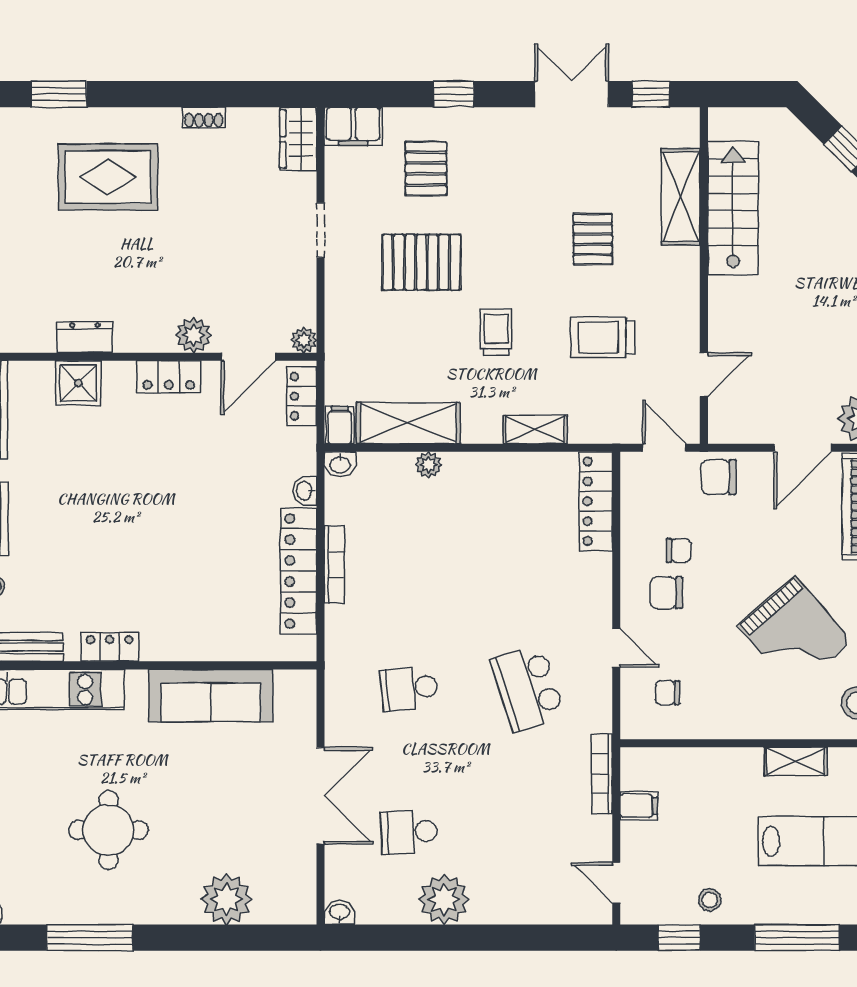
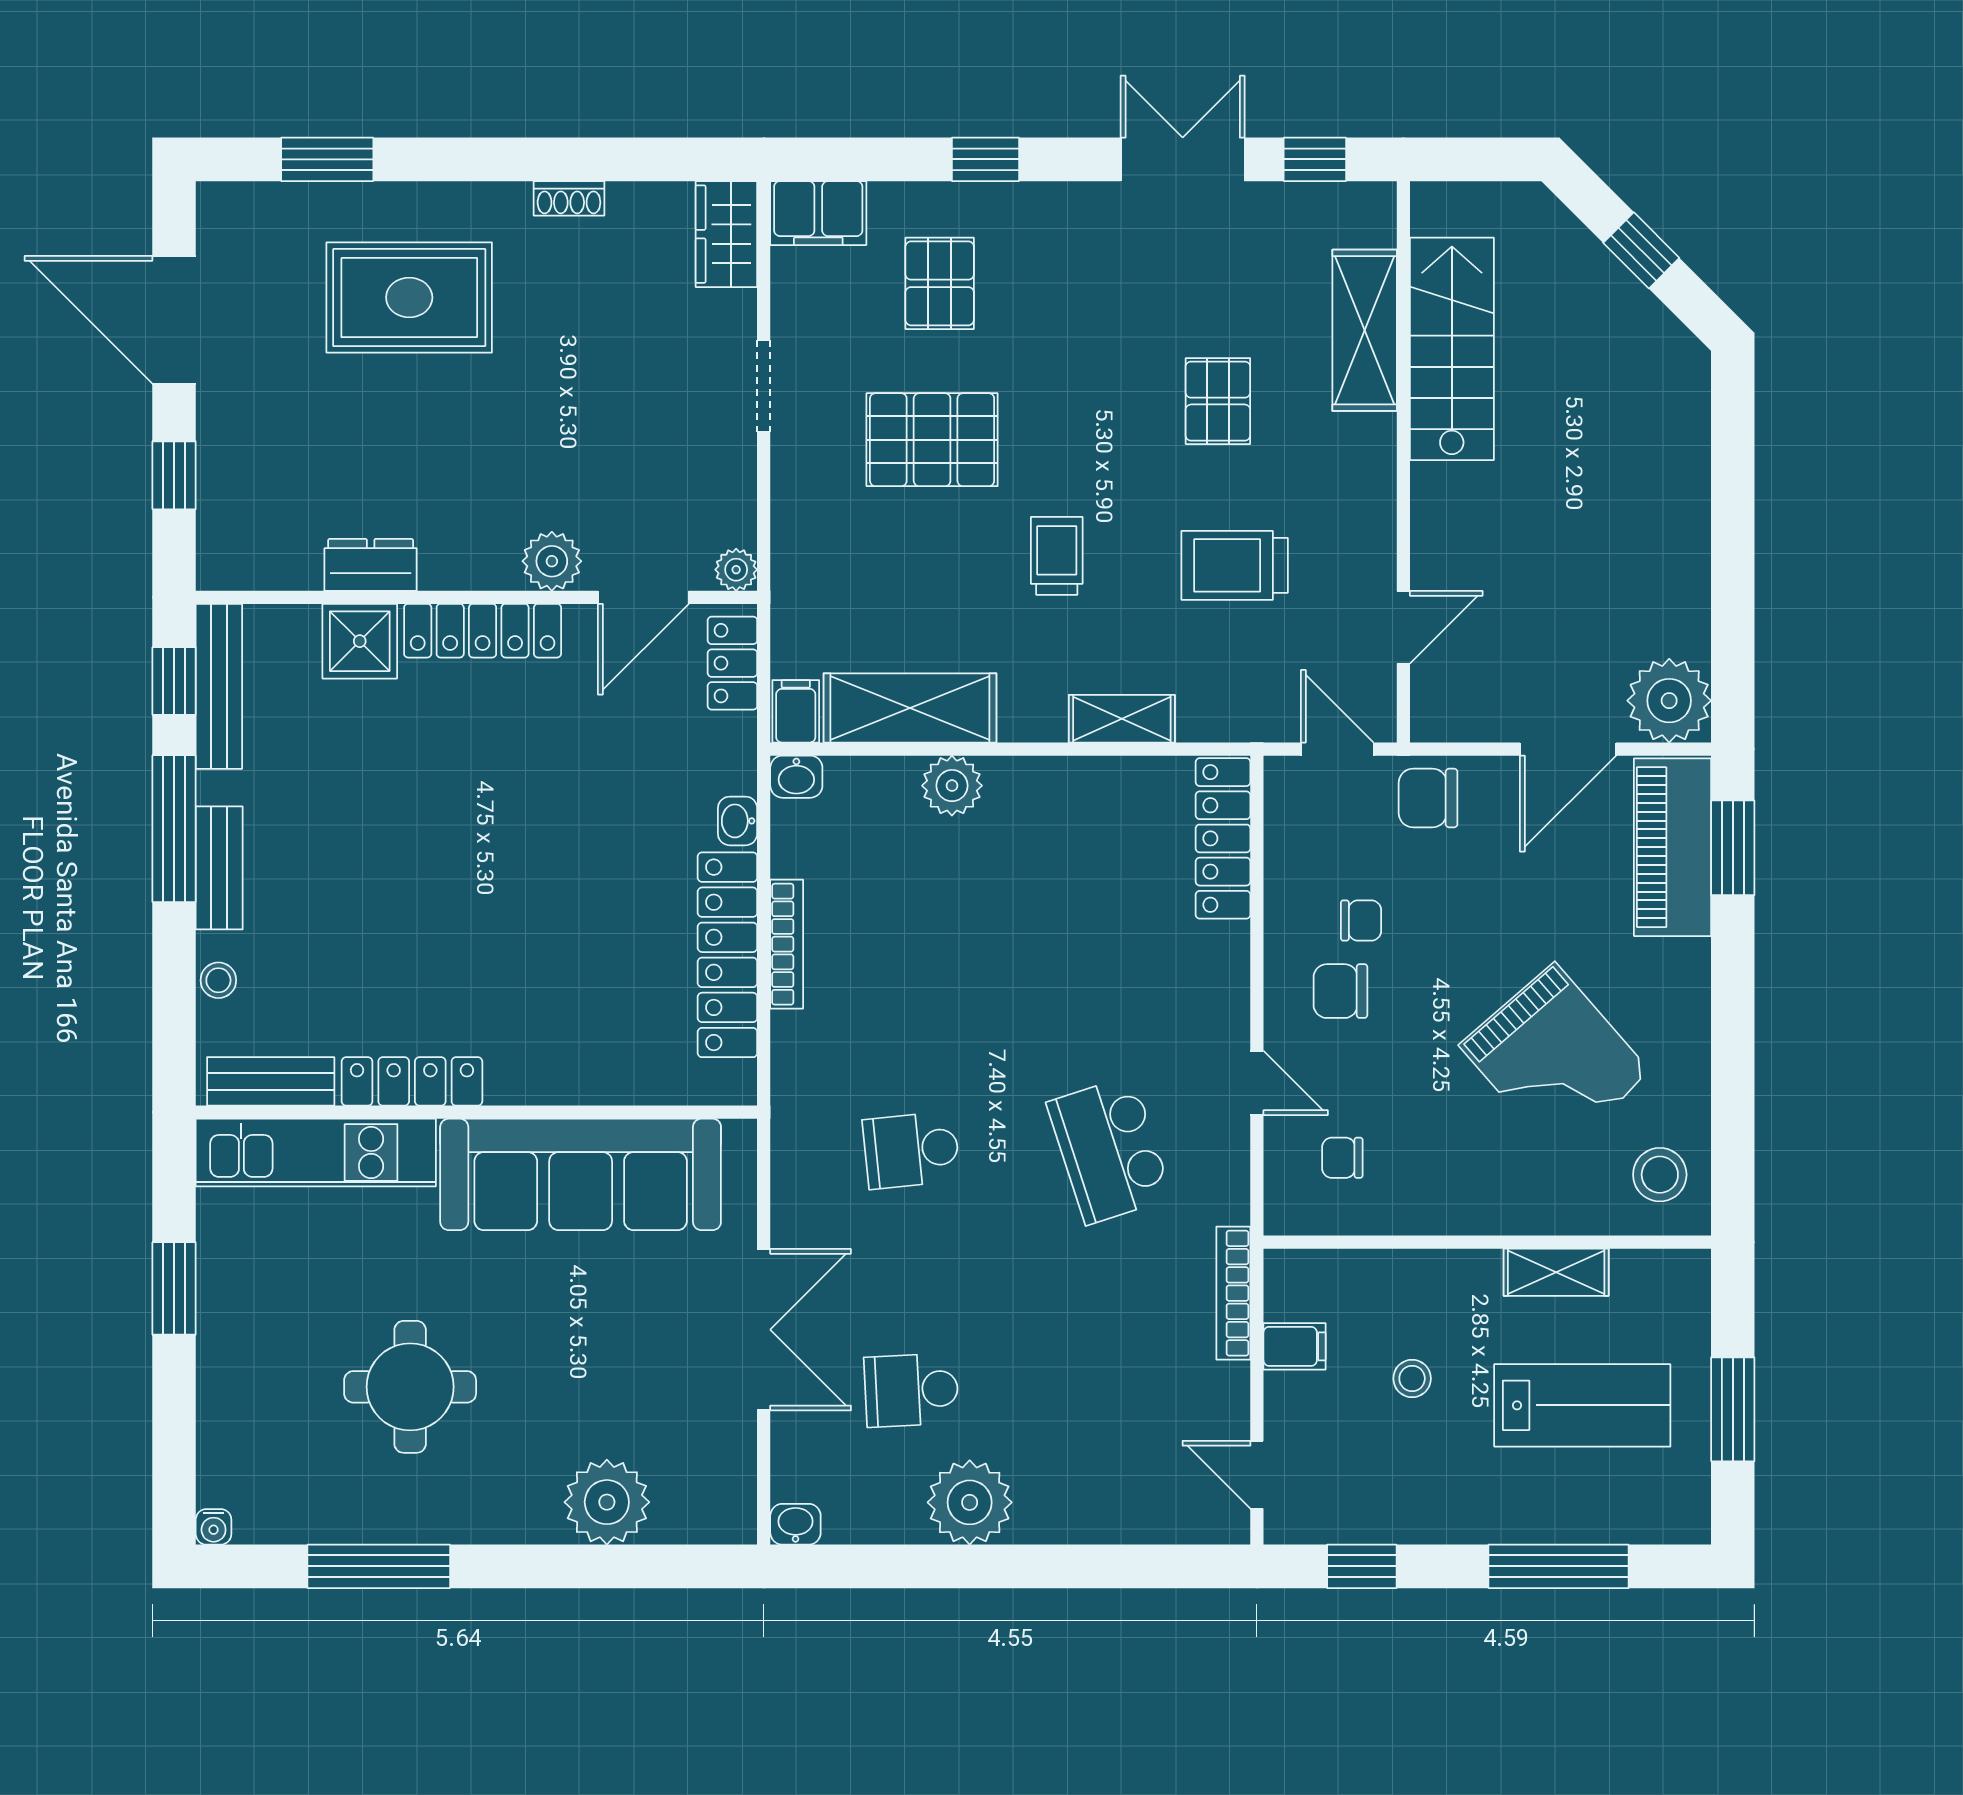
locker: (169, 377) -> (483, 631), width x1.53
plant: (428, 465) -> (952, 786), width x1.38, depth x1.38
locker: (110, 647) -> (412, 1081), width x1.53
sofa: (211, 696) -> (581, 1174), width x1.36, depth x1.27
stool: (710, 900) -> (1412, 1379), moved

